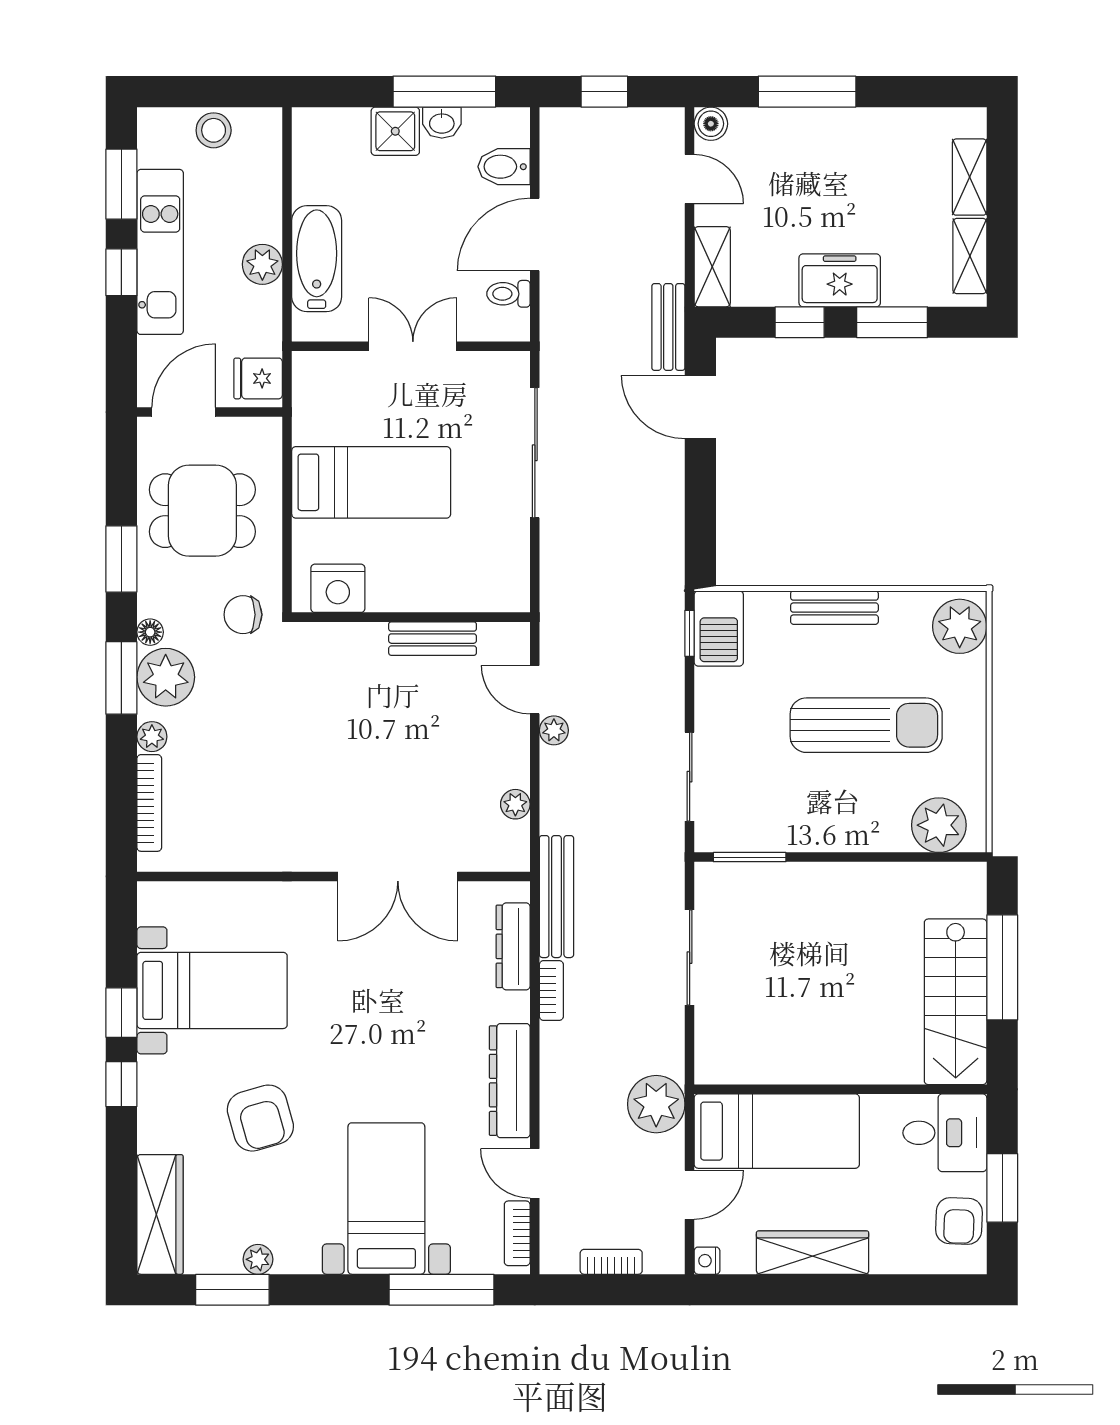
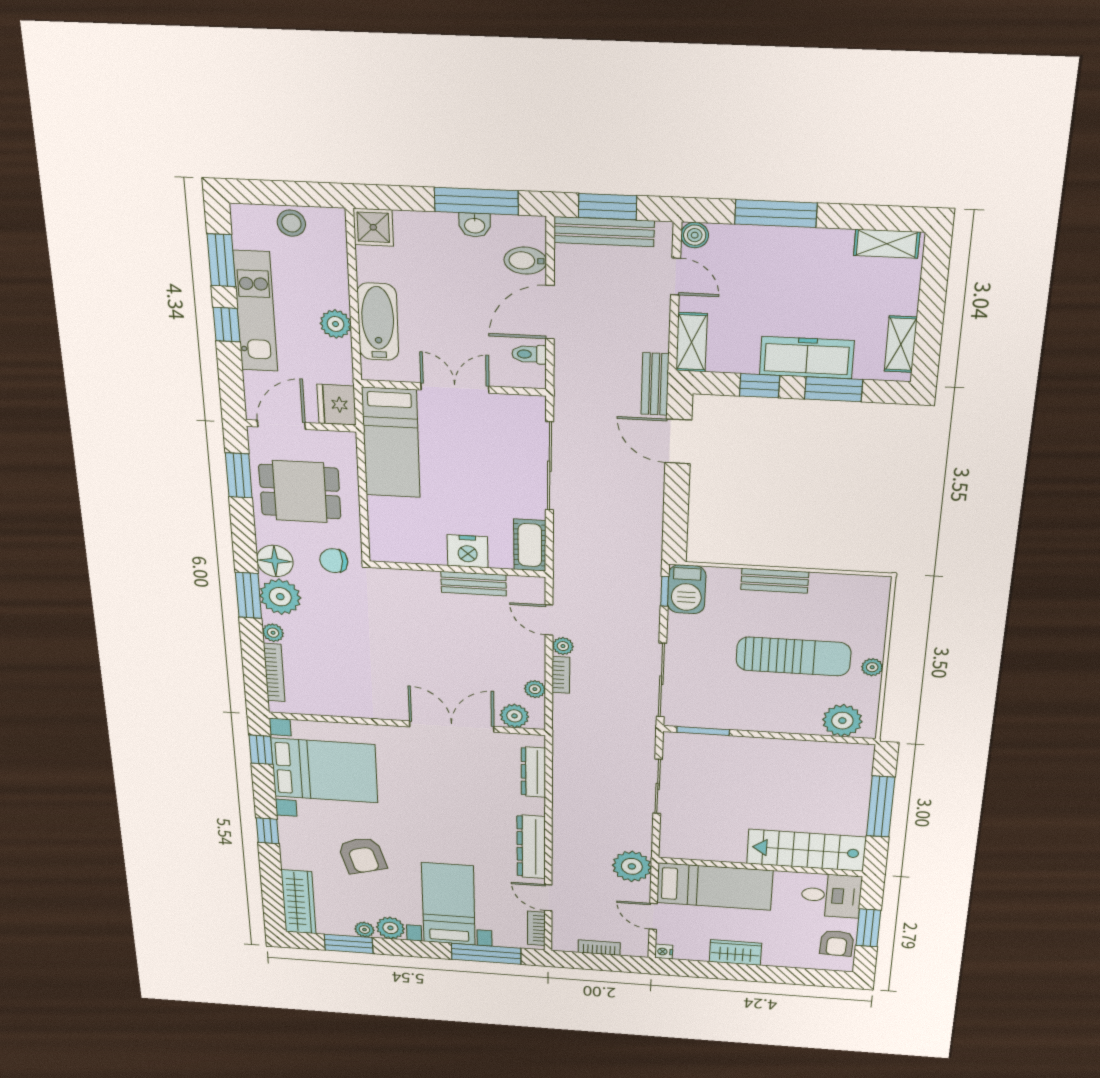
window: (604, 92) -> (608, 207), width x1.50
shower: (395, 131) -> (373, 227), moved
shelving: (970, 177) -> (887, 244), moved, turned 90
freezer: (840, 280) -> (807, 358), width x1.40
fridge: (258, 378) -> (337, 404), width x1.38
bed: (371, 482) -> (391, 443), moved, turned 90
window: (121, 559) -> (239, 475), moved
cot: (509, 573) -> (530, 545), added
nightstand: (338, 588) -> (468, 551), moved
plant: (960, 626) -> (872, 667), moved, width x0.53, depth x0.53
floor lamp: (150, 632) -> (275, 561), width x1.89, depth x1.89
sliding door: (690, 777) -> (661, 680), width x1.37
plant: (487, 851) -> (514, 716), added
double door: (398, 876) -> (452, 727), swing flipped
bench: (556, 897) -> (604, 232), moved, turned 90
bed with nightstands: (212, 990) -> (324, 770), width x1.36
bookcase: (551, 990) -> (561, 675), moved
stairs: (956, 1002) -> (806, 850), moved, turned 90
window: (121, 1013) -> (261, 750), moved
door: (690, 1195) -> (653, 916), swing flipped
plant: (298, 1253) -> (390, 928), added
wardrobe: (813, 1253) -> (735, 953), width x0.67

